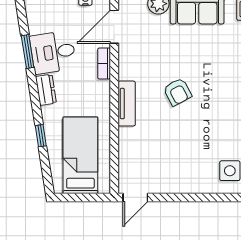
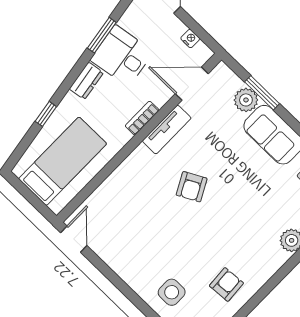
bookcase: (104, 64) -> (142, 118), moved
tv unit: (127, 104) -> (167, 130), moved
door: (135, 197) -> (74, 239), swing flipped

